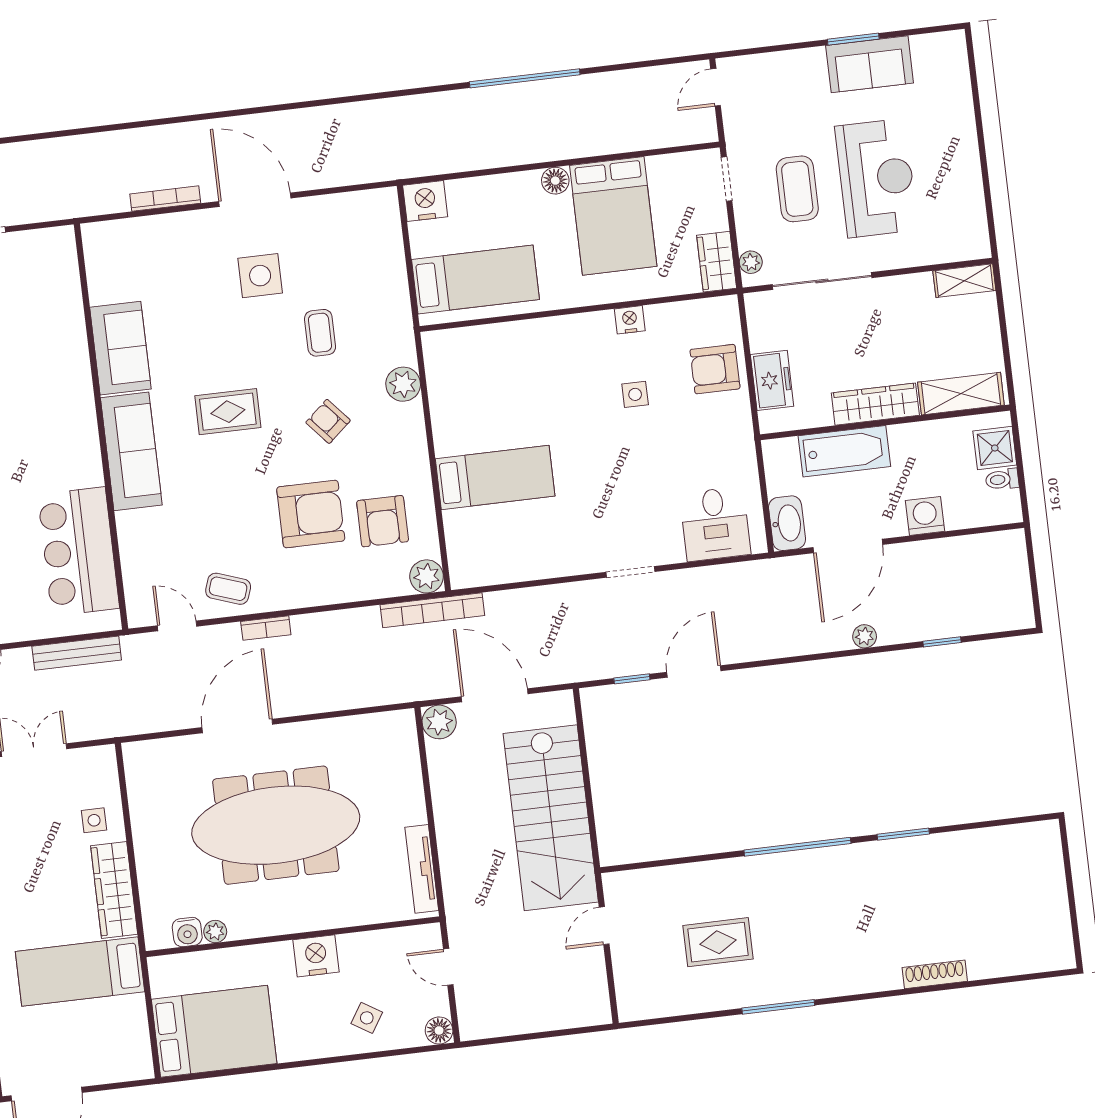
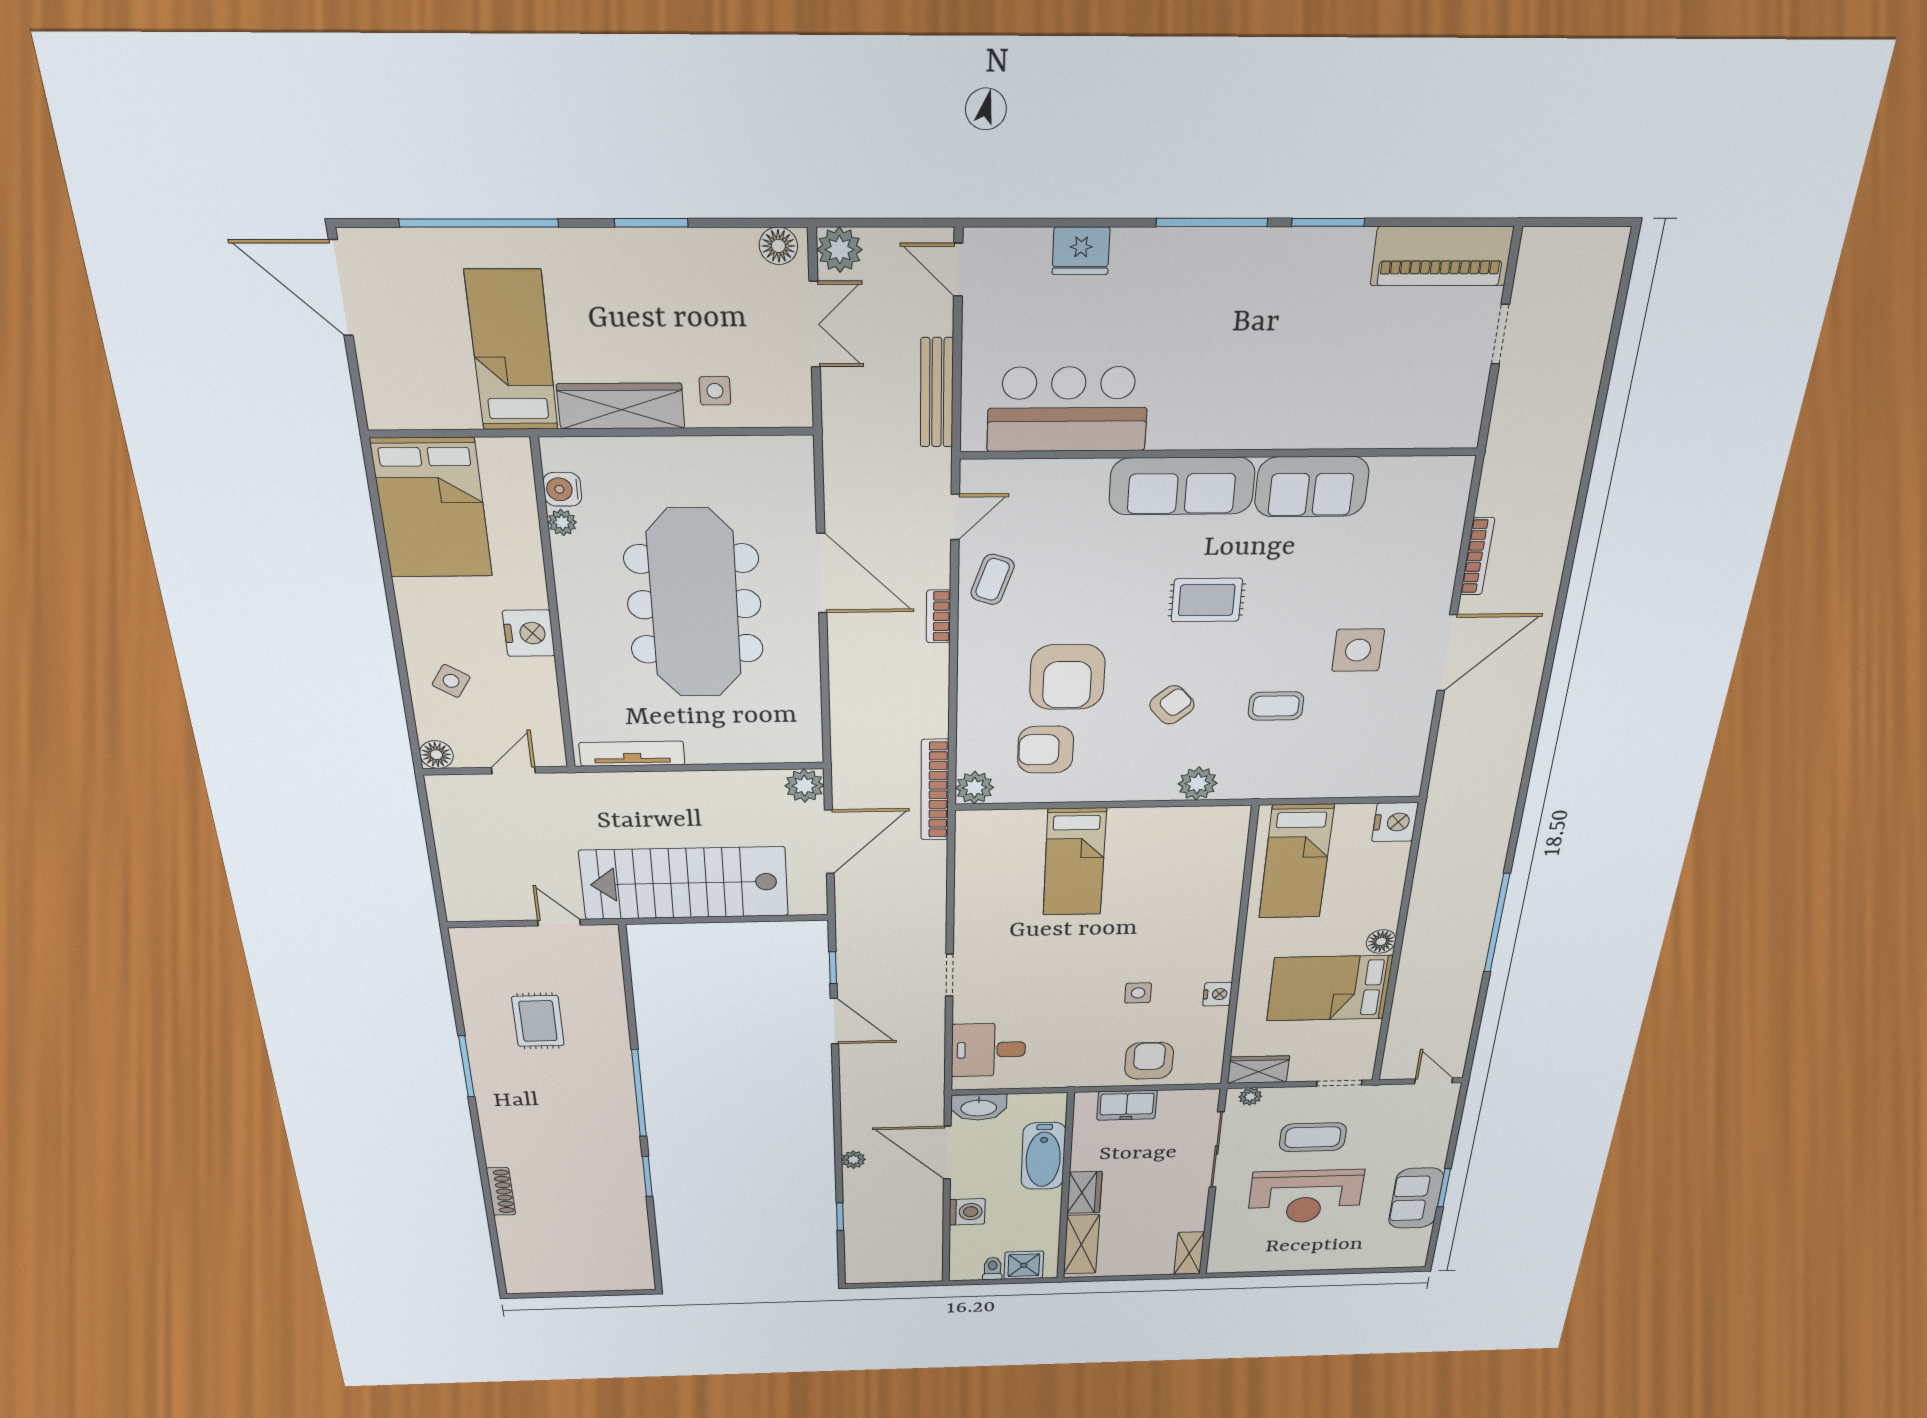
wardrobe: (875, 404) -> (1085, 1193), width x0.67
rug: (228, 412) -> (1207, 600), turned 90

